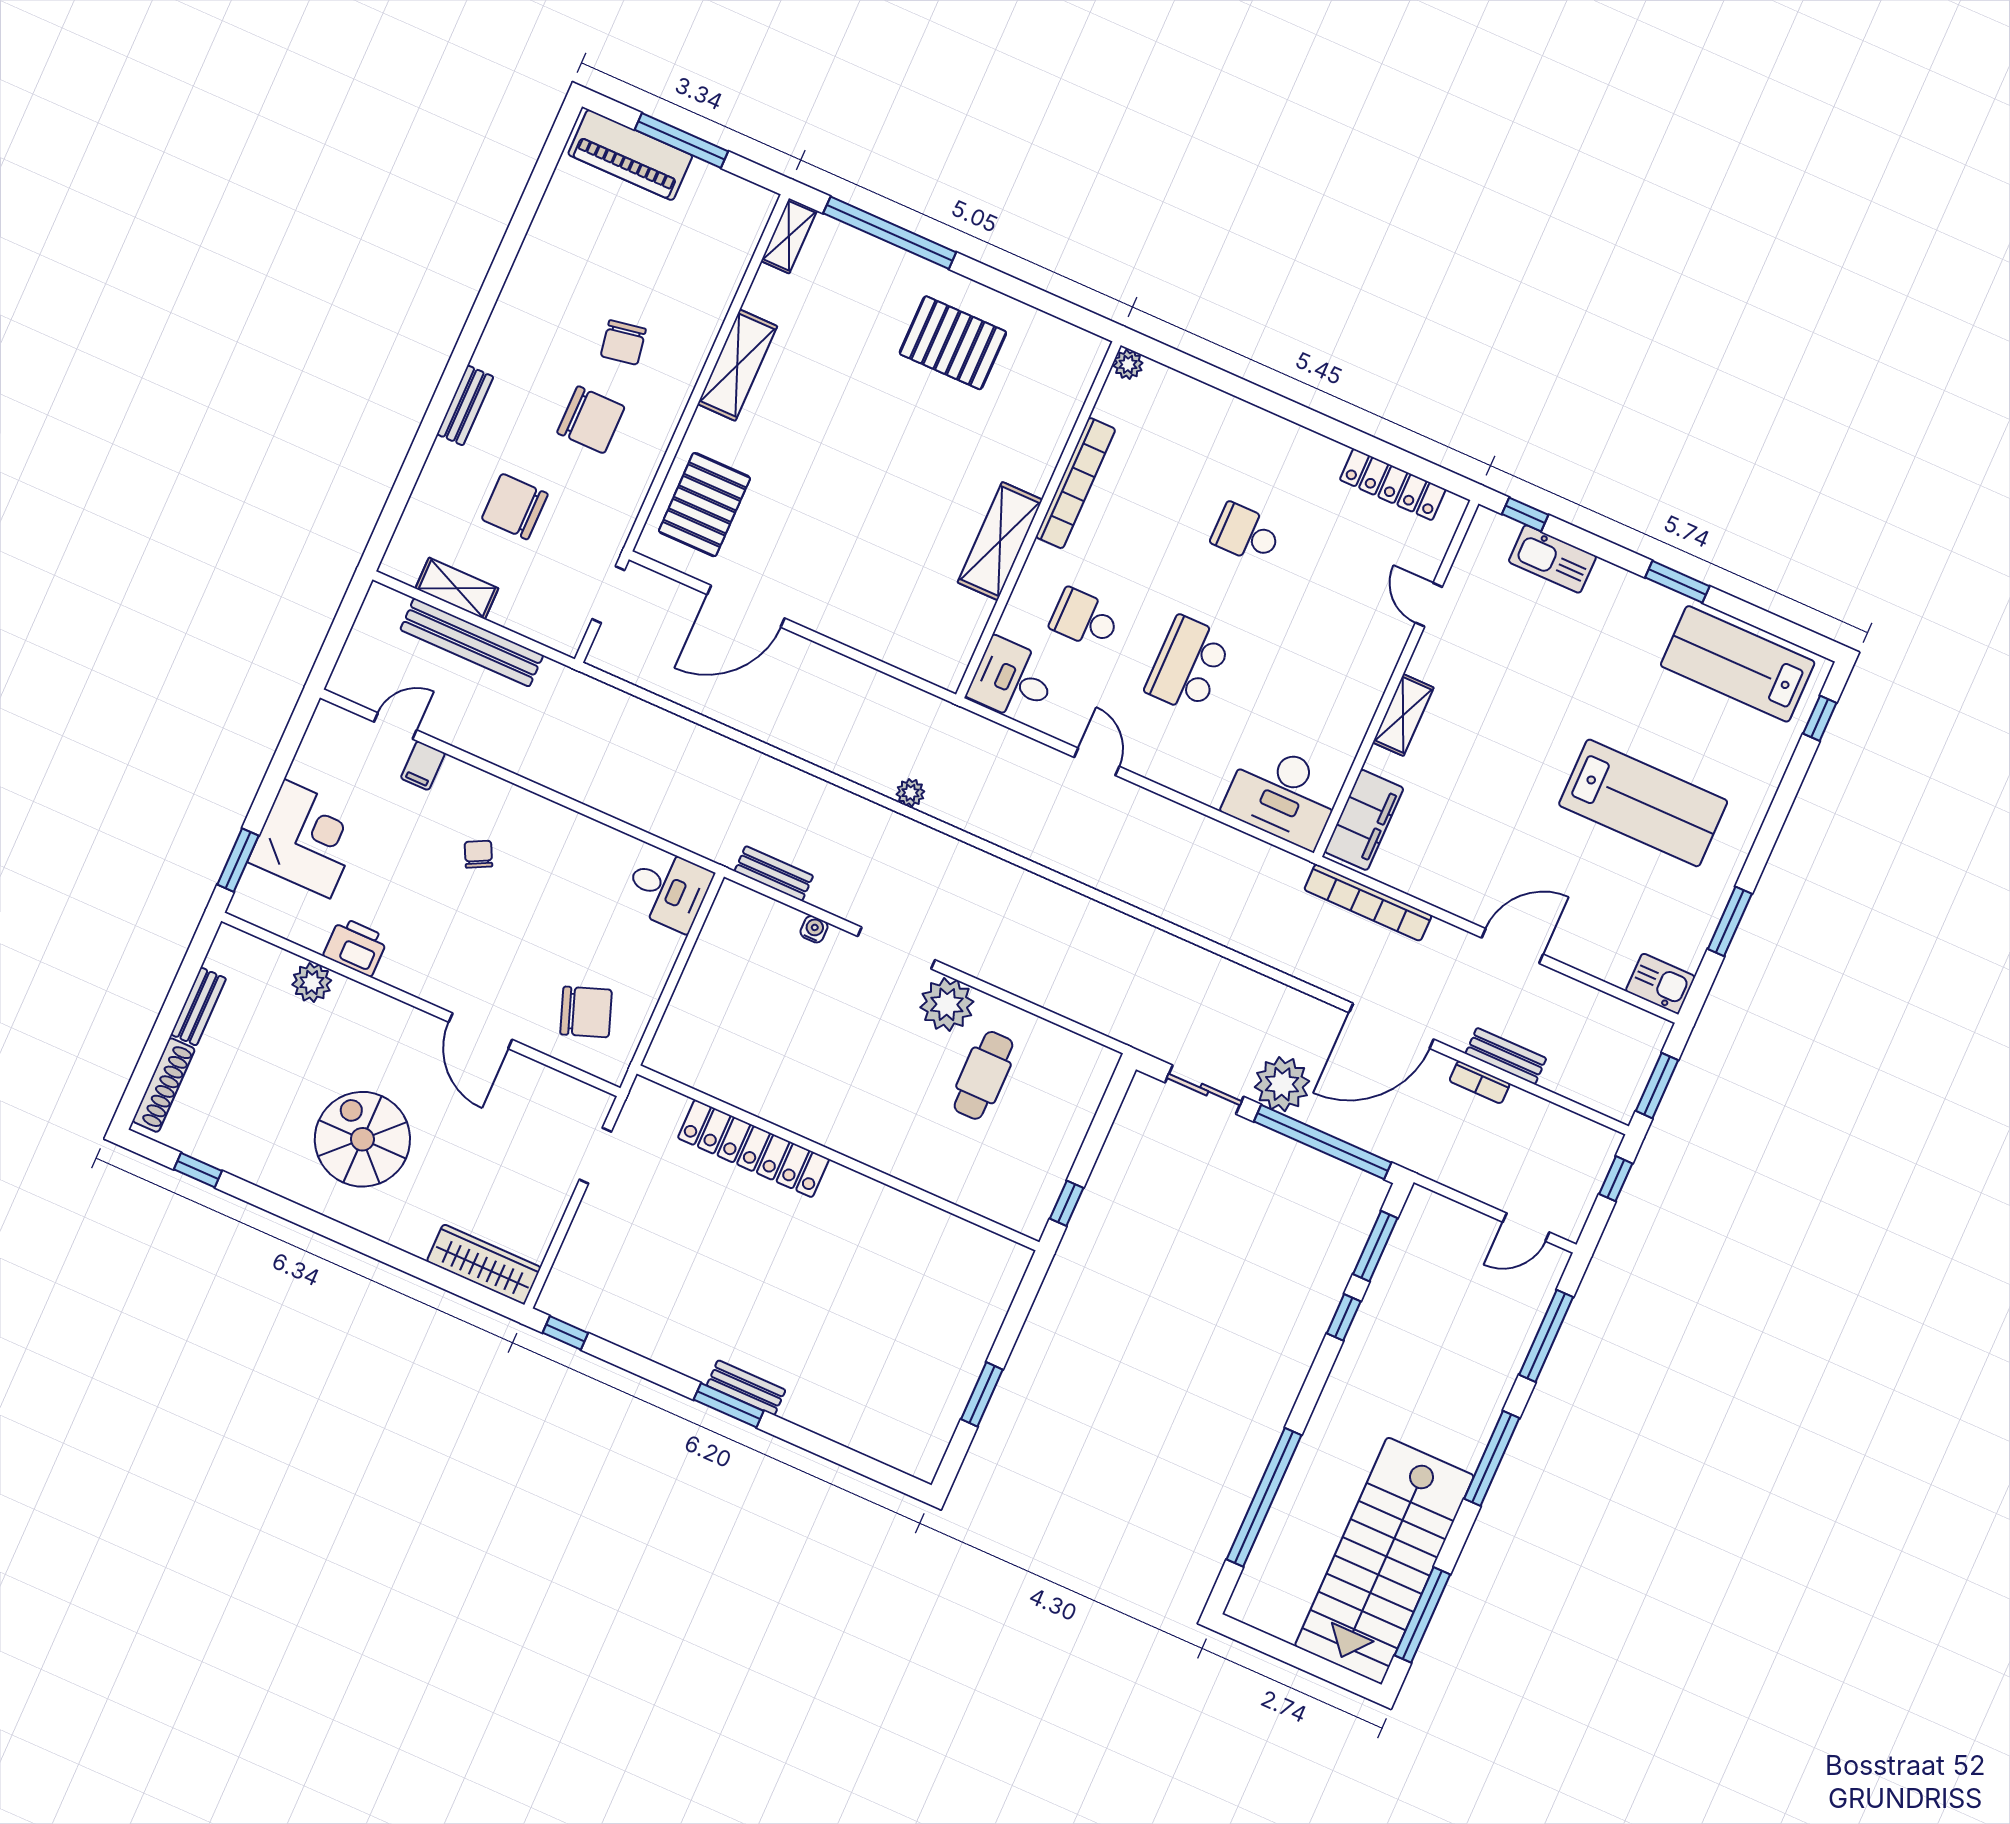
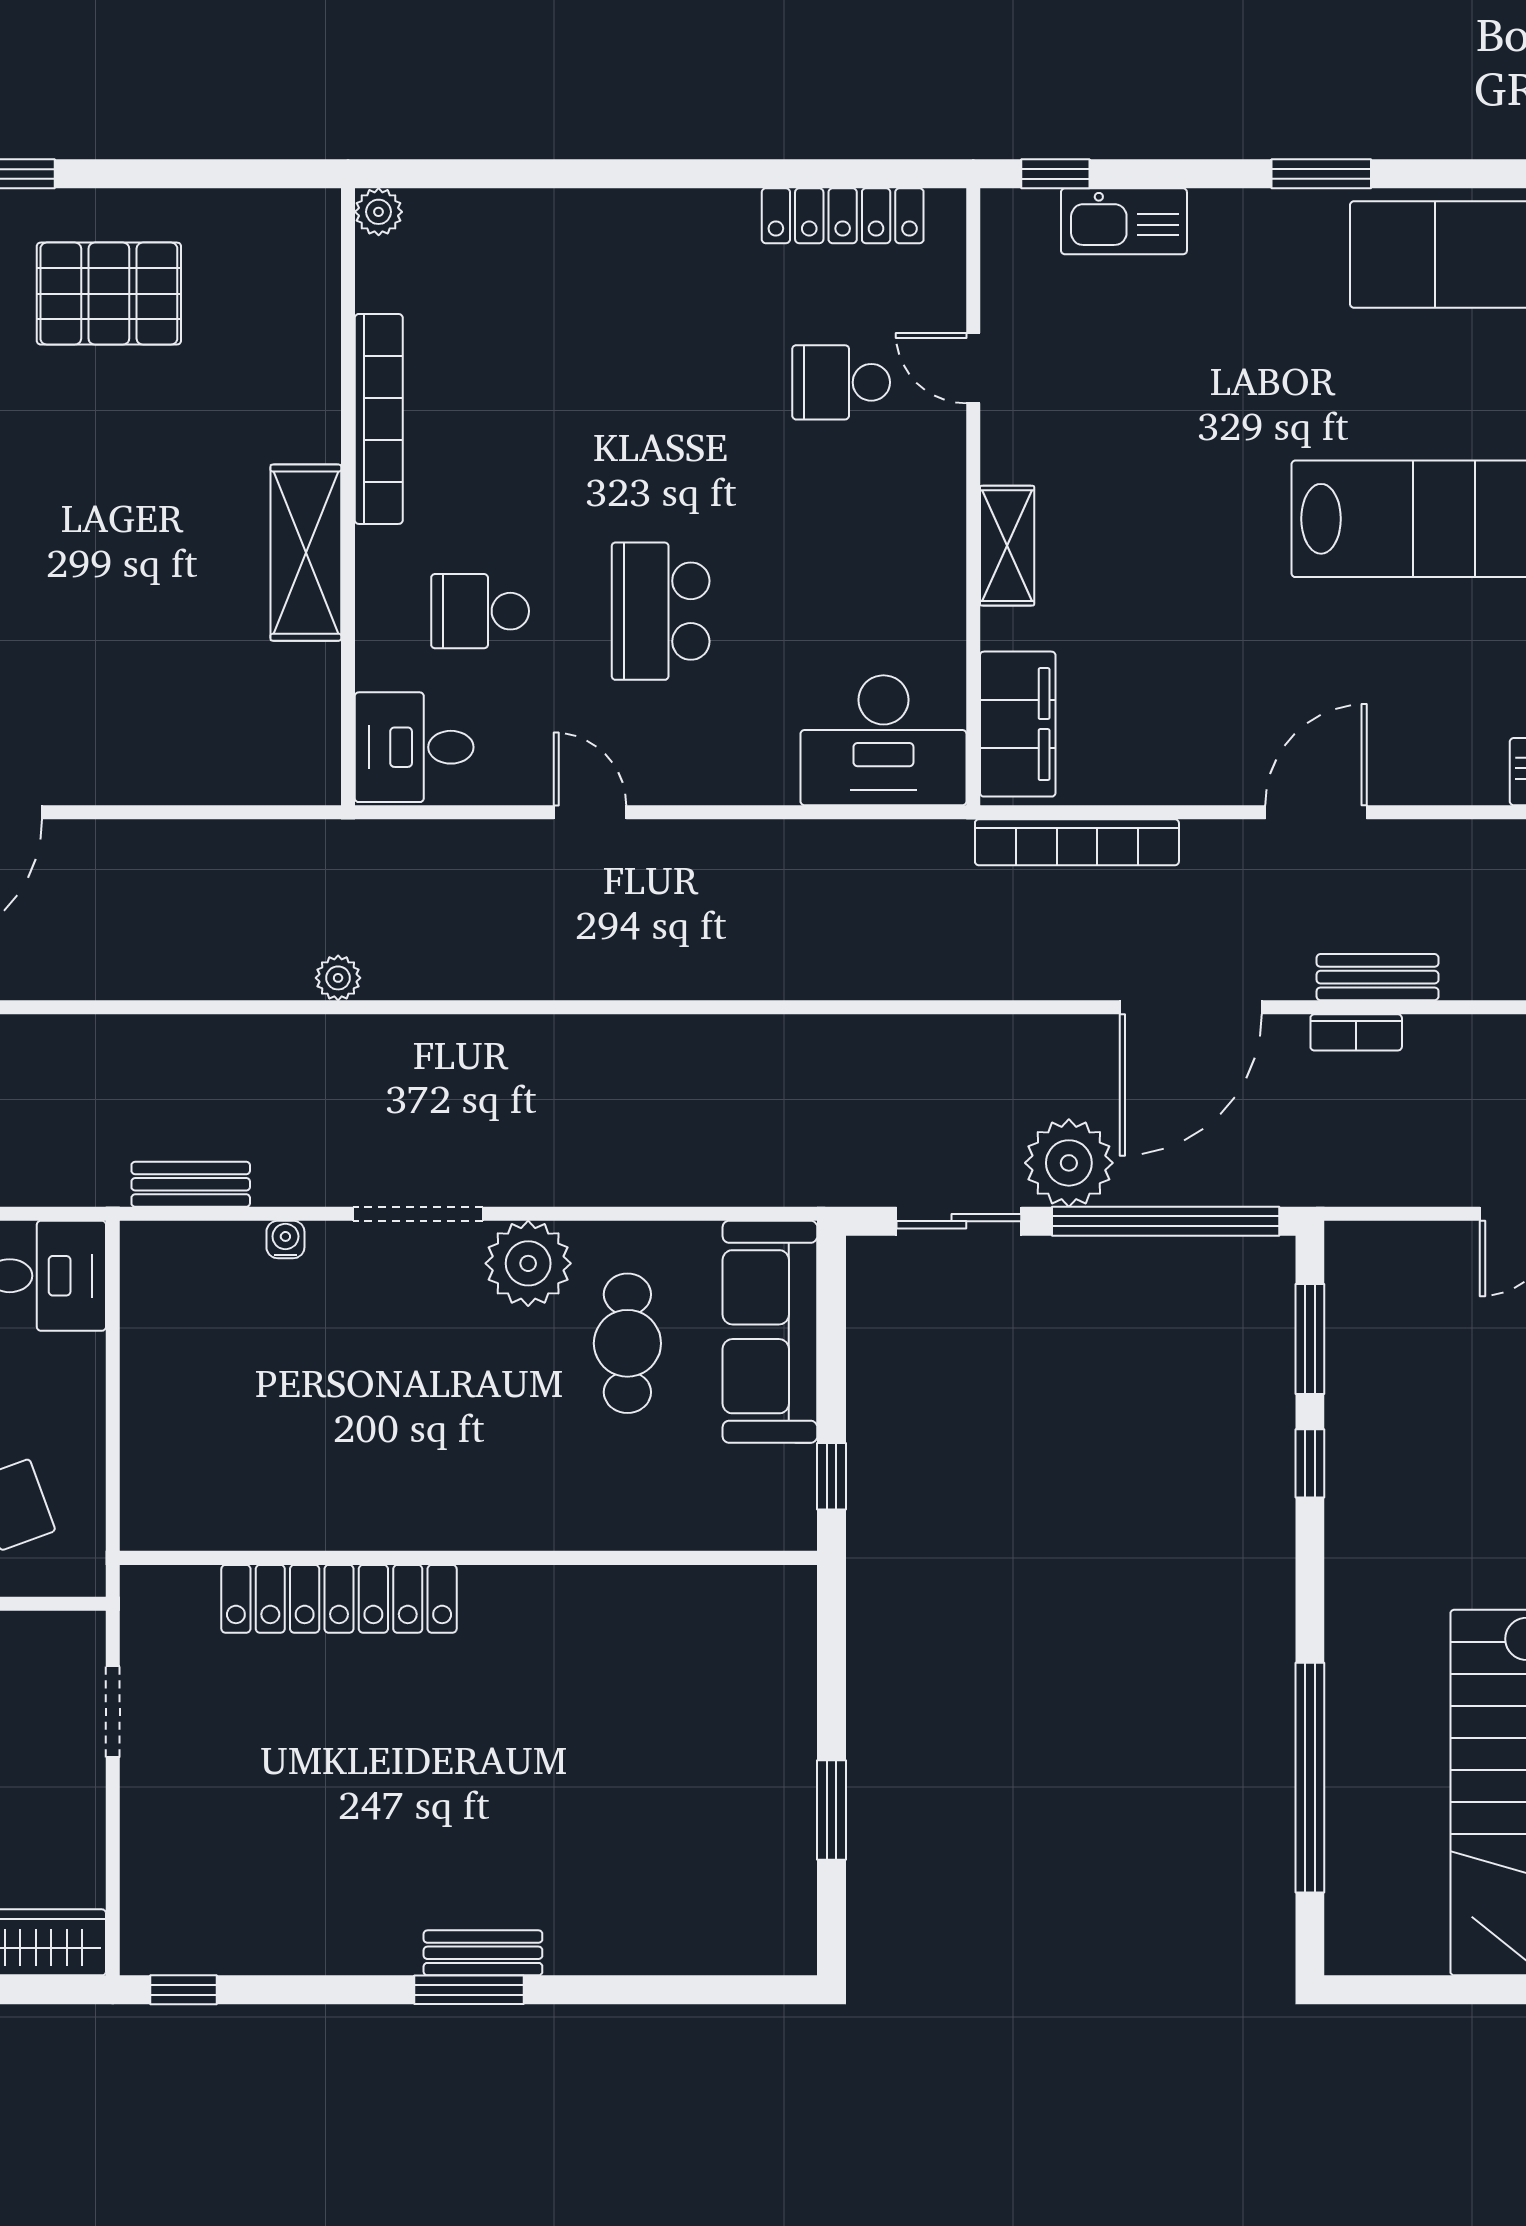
school desk: (1246, 534) -> (841, 382), moved
sofa: (1068, 1105) -> (770, 1332), added

